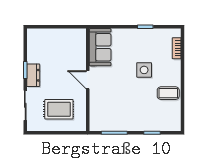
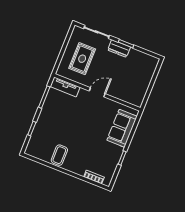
sofa: (100, 47) -> (122, 128), moved, turned 90
side table: (144, 70) -> (87, 143), removed
tv unit: (95, 115) -> (65, 87), added

